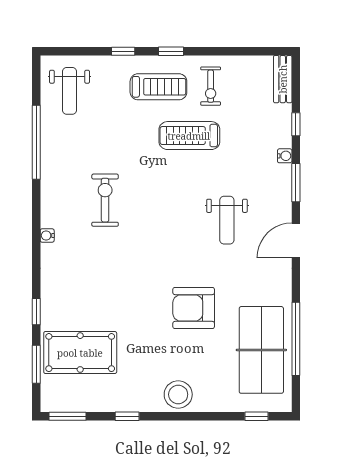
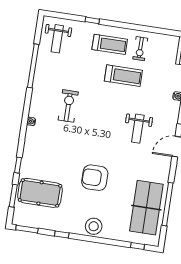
window: (171, 51) -> (120, 25), removed
treadmill: (189, 136) -> (123, 76), turned 180
armchair: (194, 308) -> (95, 178), moved

